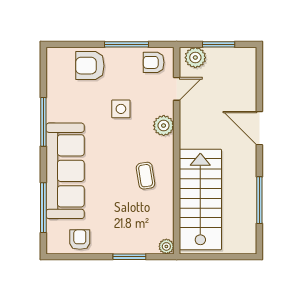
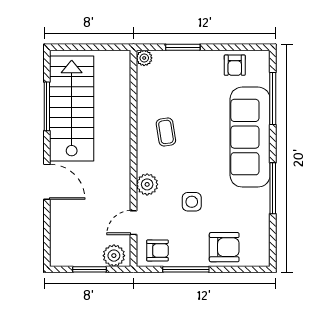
stairs: (200, 199) -> (72, 109), moved, turned 180

